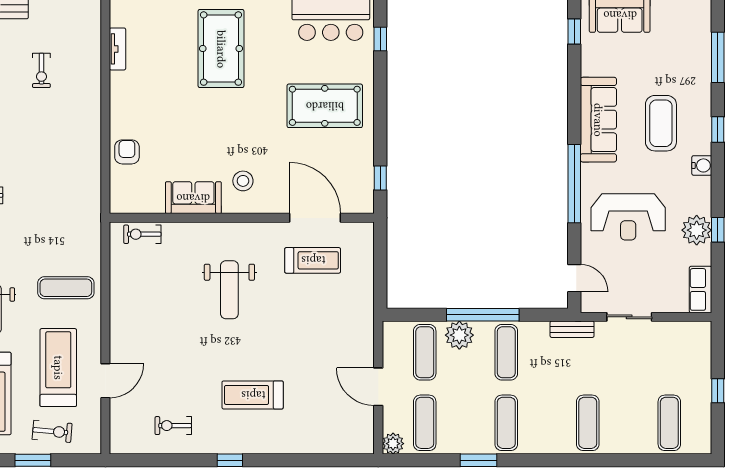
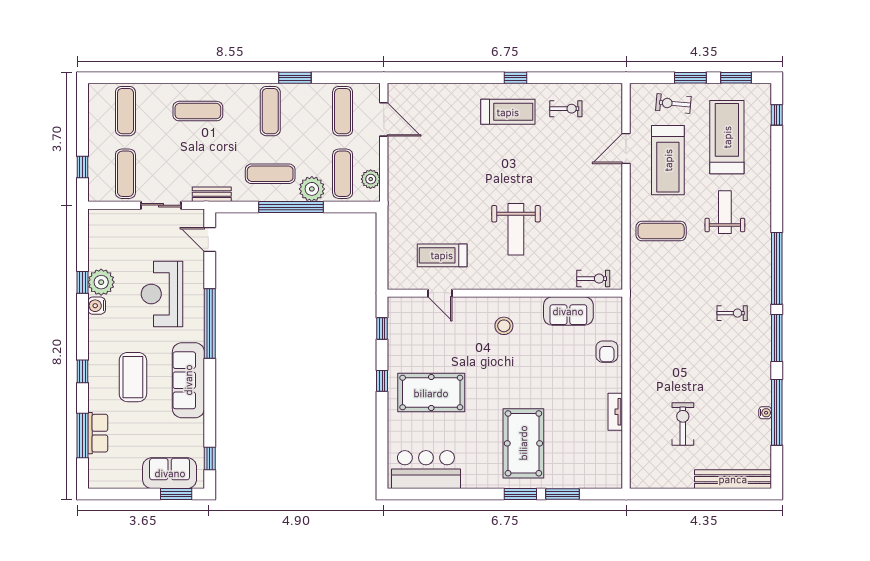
window: (380, 39) -> (382, 381), moved
tv unit: (118, 49) -> (615, 412), moved
exercise bike: (41, 70) -> (683, 424), width x1.38, depth x1.39
water cooler: (702, 165) -> (97, 306), moved
sofa: (193, 198) -> (568, 311), moved
reception desk: (628, 217) -> (162, 294), turned -90
door: (315, 218) -> (440, 293), width x0.53
row of seats: (701, 289) -> (98, 433), moved
weight bench: (229, 290) -> (516, 229), turned 180
exercise mat: (506, 352) -> (270, 174), turned 90
exercise mat: (669, 352) -> (125, 174), added
door: (378, 387) -> (384, 119), moved
window: (718, 391) -> (82, 167), moved
treadmill: (253, 395) -> (508, 112), moved
exercise mat: (588, 423) -> (198, 111), turned 90
plant: (393, 444) -> (371, 179), moved

